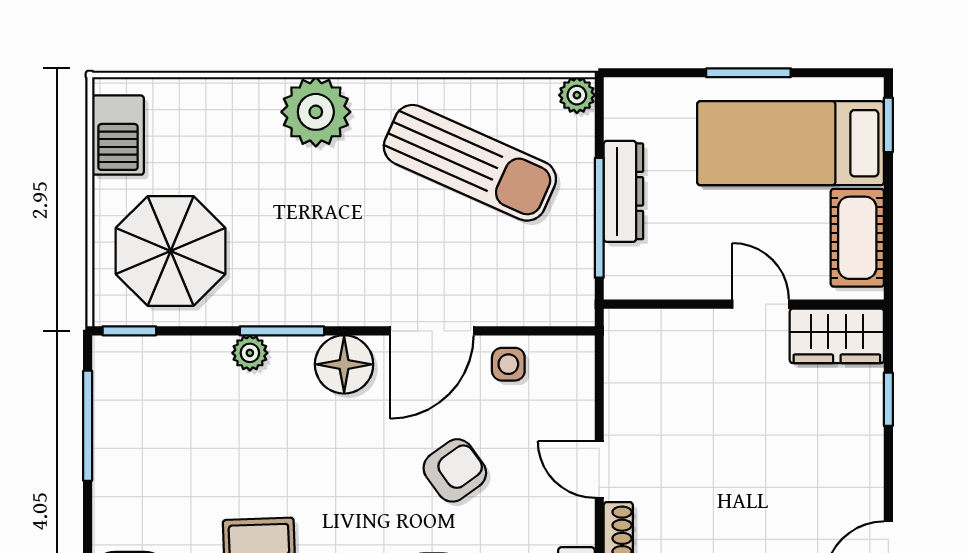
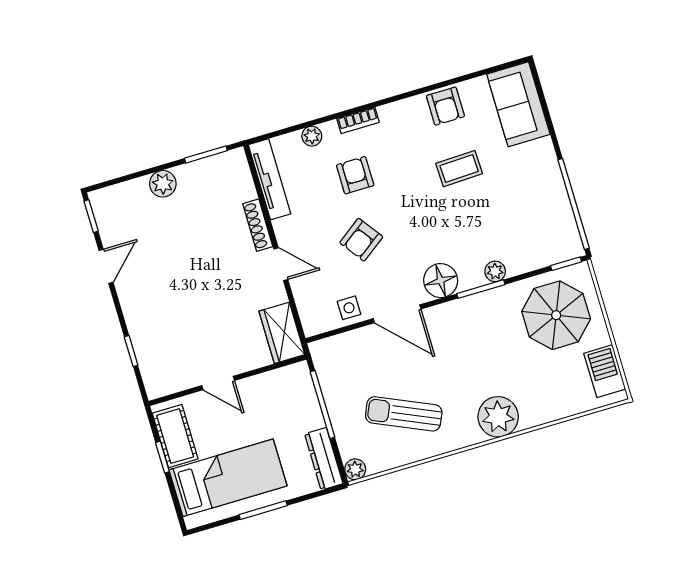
window: (888, 125) -> (162, 457), moved
sun lounger: (470, 163) -> (404, 414), width x0.73, depth x0.75
dresser: (623, 191) -> (324, 459), moved
door: (432, 331) -> (397, 314), swing flipped
wardrobe: (837, 336) -> (282, 333), moved, turned -90
window: (88, 426) -> (574, 204), width x1.46

